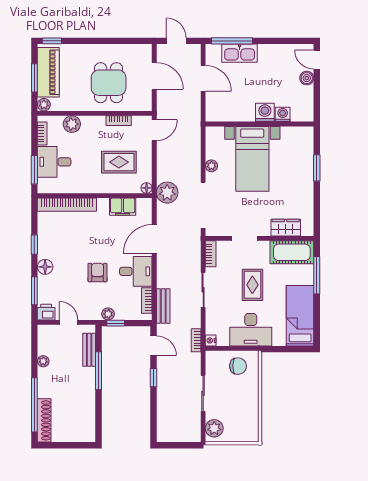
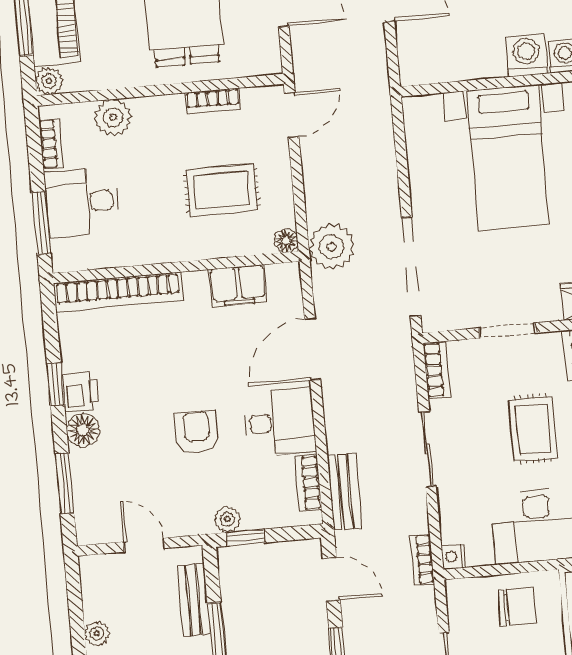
plant: (211, 166) -> (422, 181), removed
printer: (46, 312) -> (80, 392), moved, turned 90

